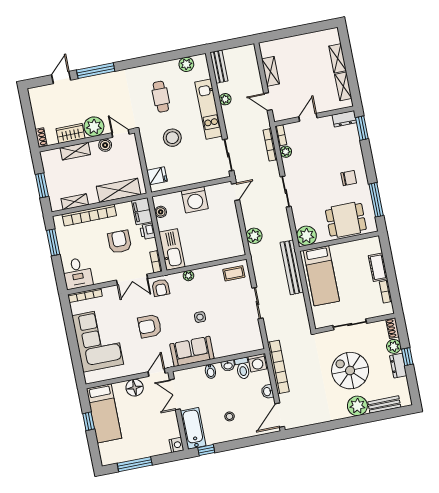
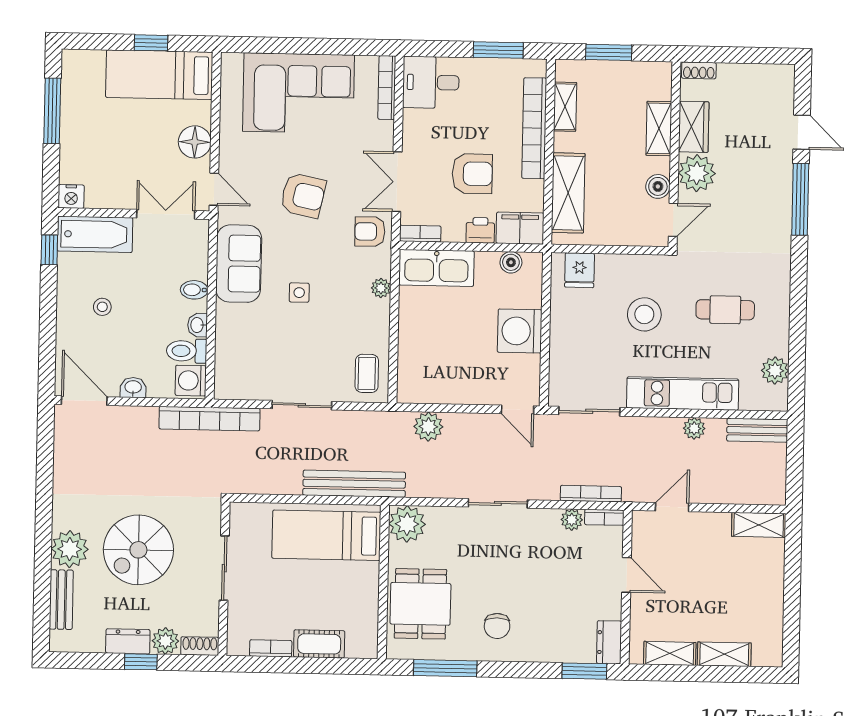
shelving: (271, 71) -> (759, 525), moved
armchair: (150, 326) -> (303, 195), turned 102
bookcase: (278, 367) -> (209, 419), moved
spiral stairs: (350, 371) -> (138, 550), turned 180

